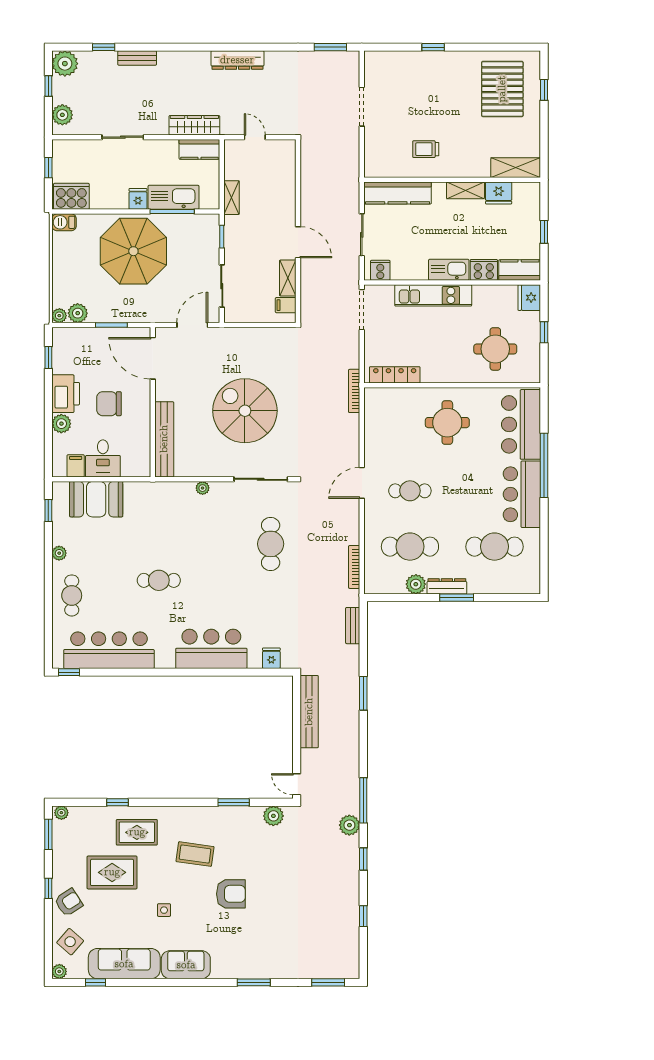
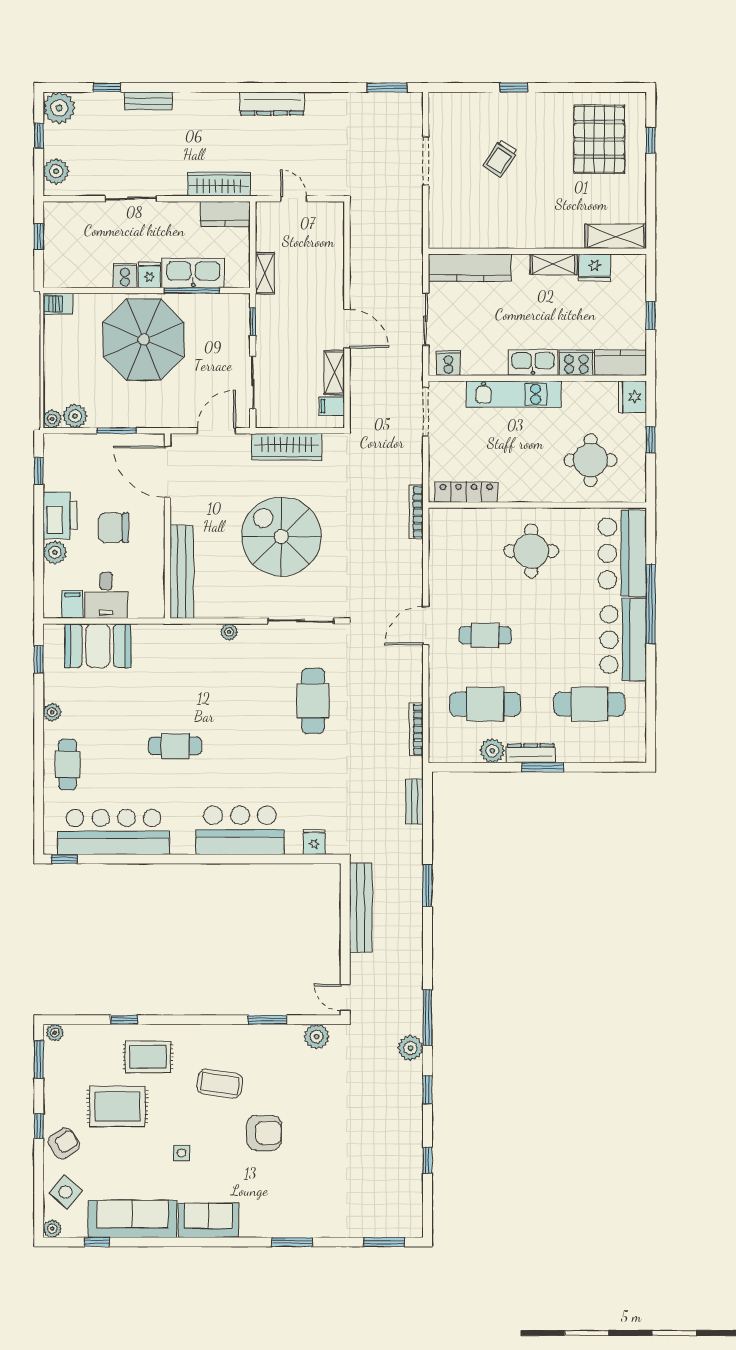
trolley: (426, 149) -> (500, 158), moved, turned -57
cooker: (71, 196) -> (125, 276), moved, width x0.53, depth x0.76
wardrobe: (249, 338) -> (287, 447), added

